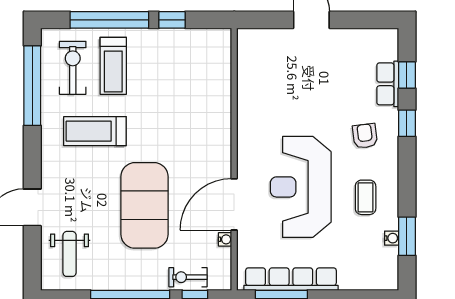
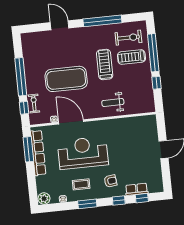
window: (32, 86) -> (102, 21), moved
treadmill: (95, 131) -> (105, 65), moved
window: (407, 236) -> (87, 204), moved
weight bench: (70, 254) -> (113, 103), moved
plant: (387, 277) -> (44, 199), added

